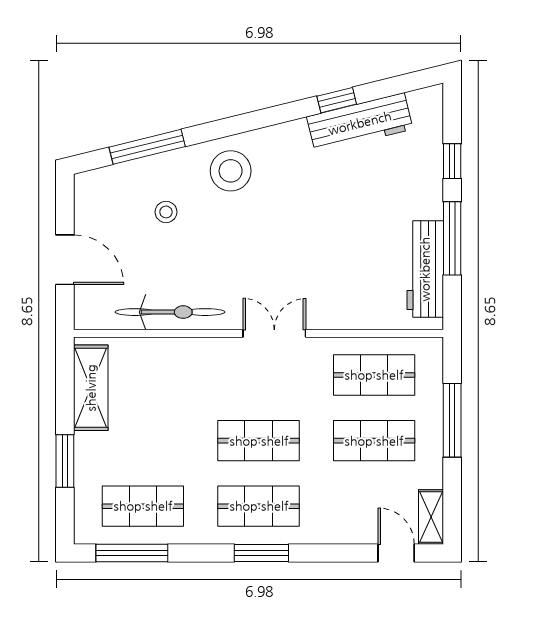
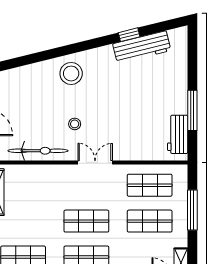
window: (147, 147) -> (25, 60), removed
window: (452, 161) -> (192, 68), removed
stool: (166, 212) -> (75, 124), moved
workbench: (425, 269) -> (178, 134), width x0.73

